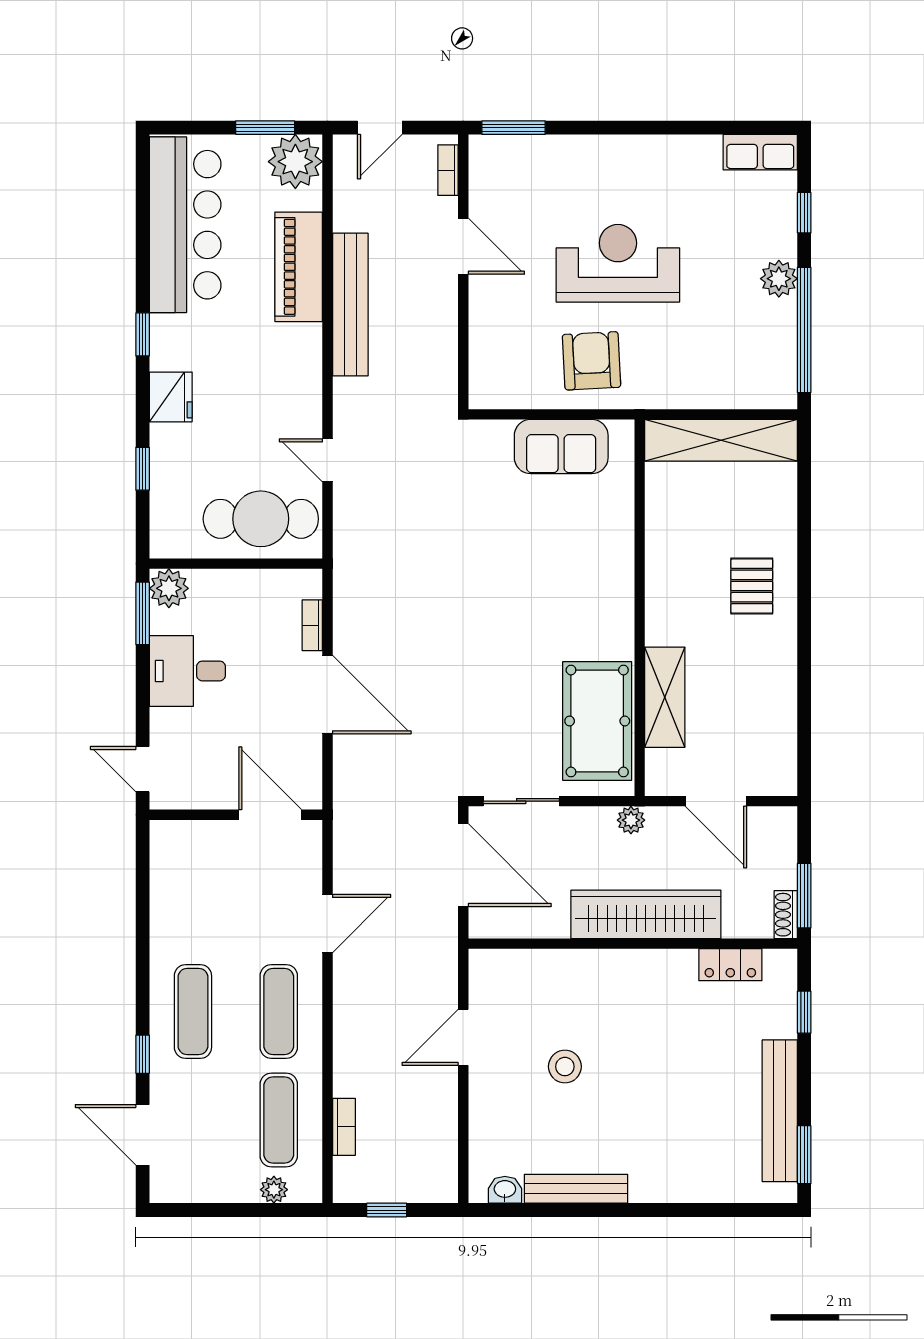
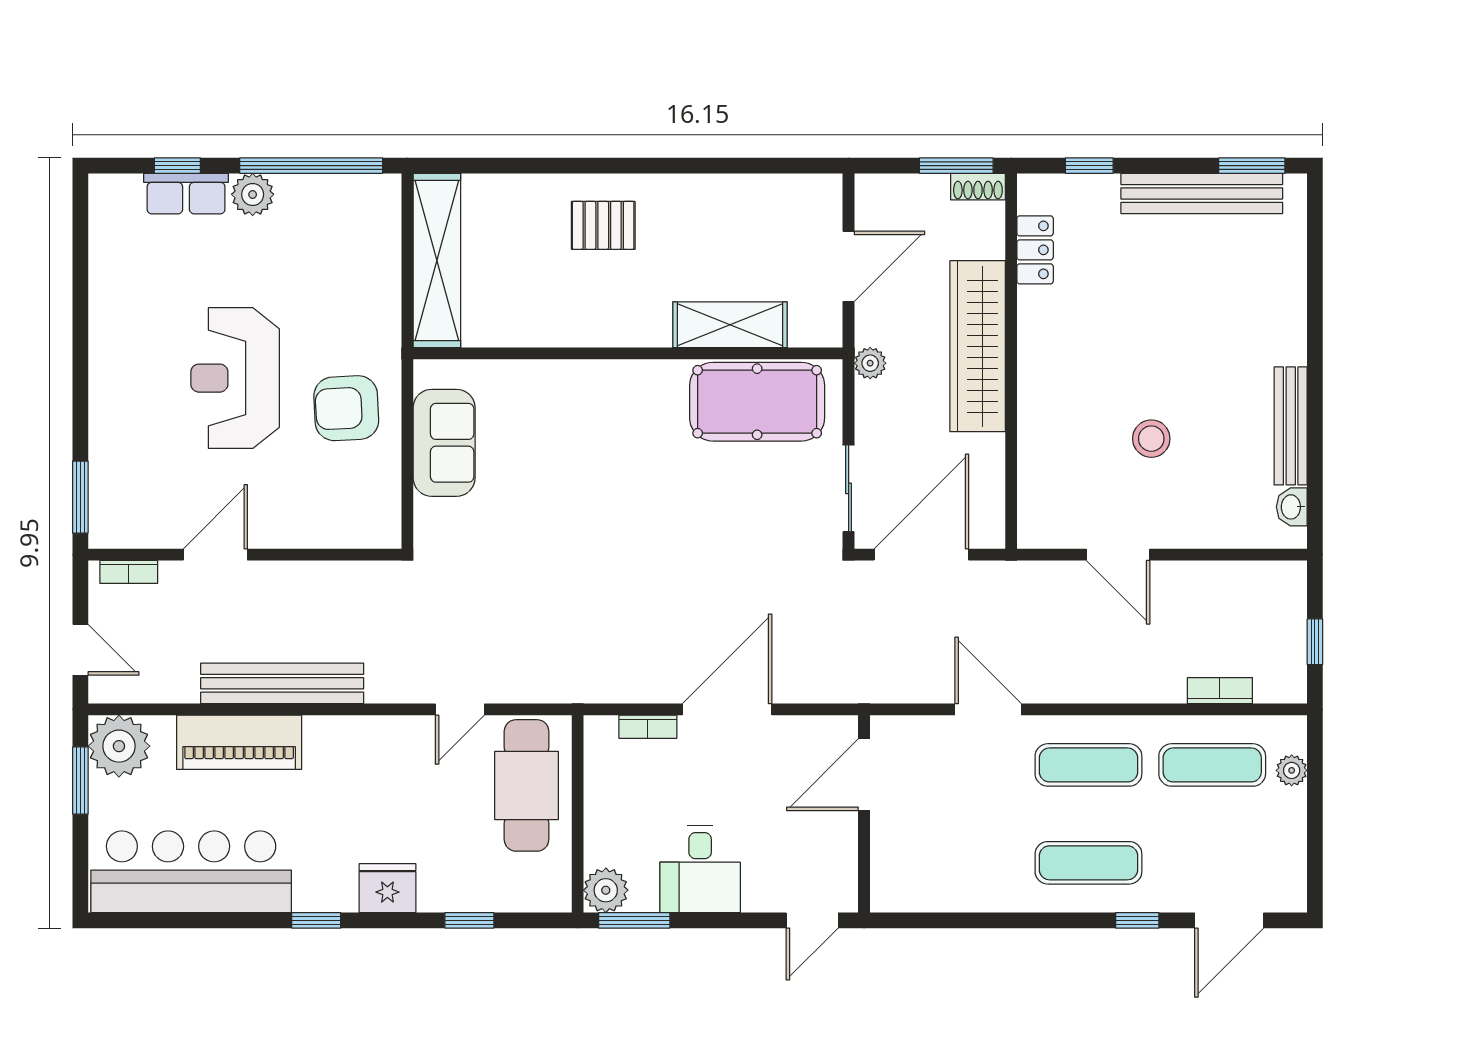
row of seats: (760, 152) -> (186, 194), moved, turned 90

